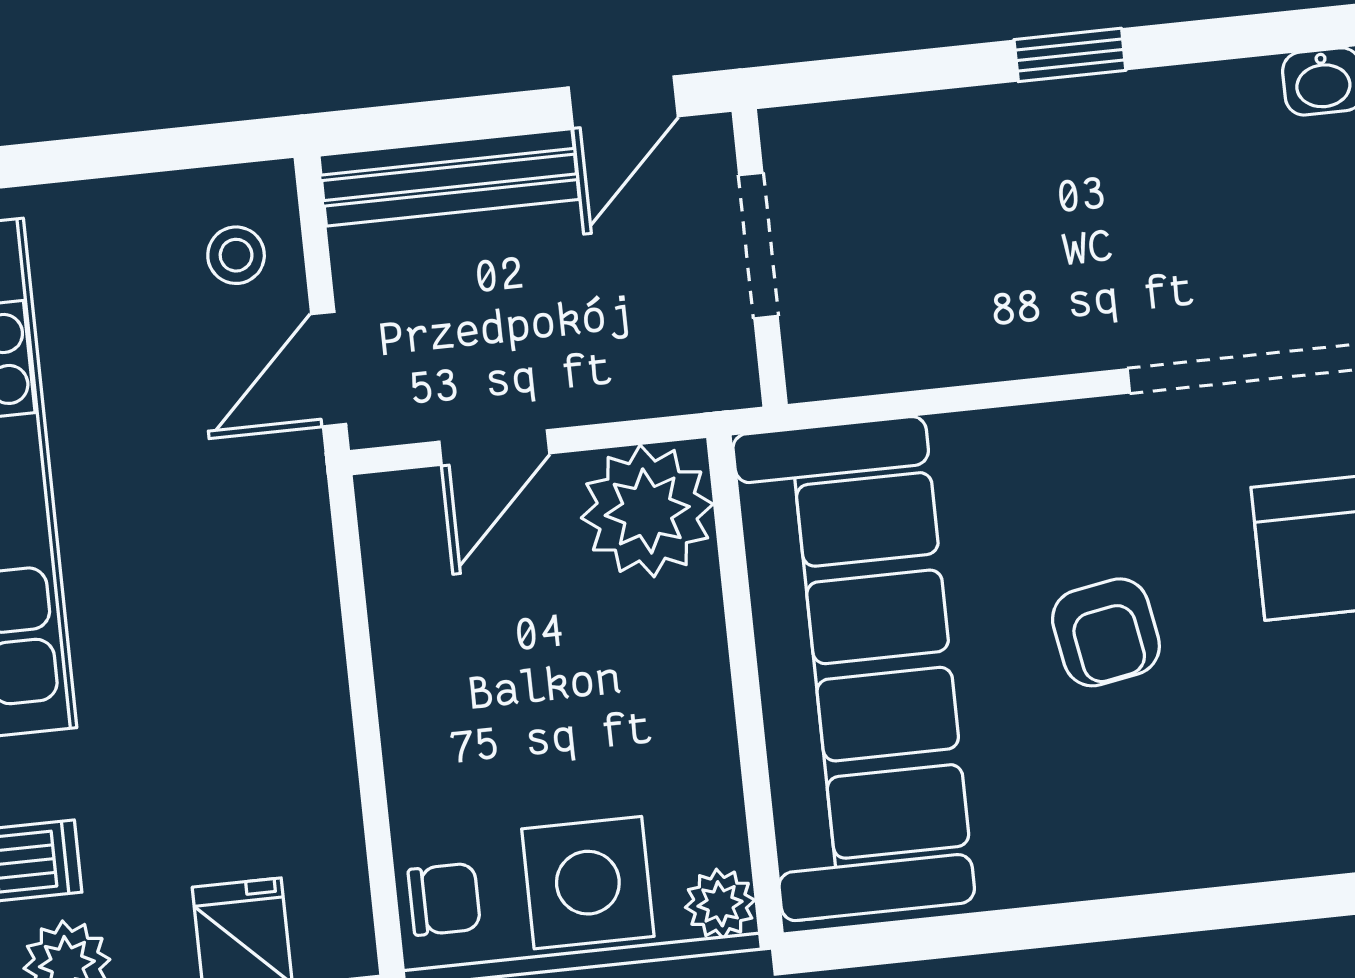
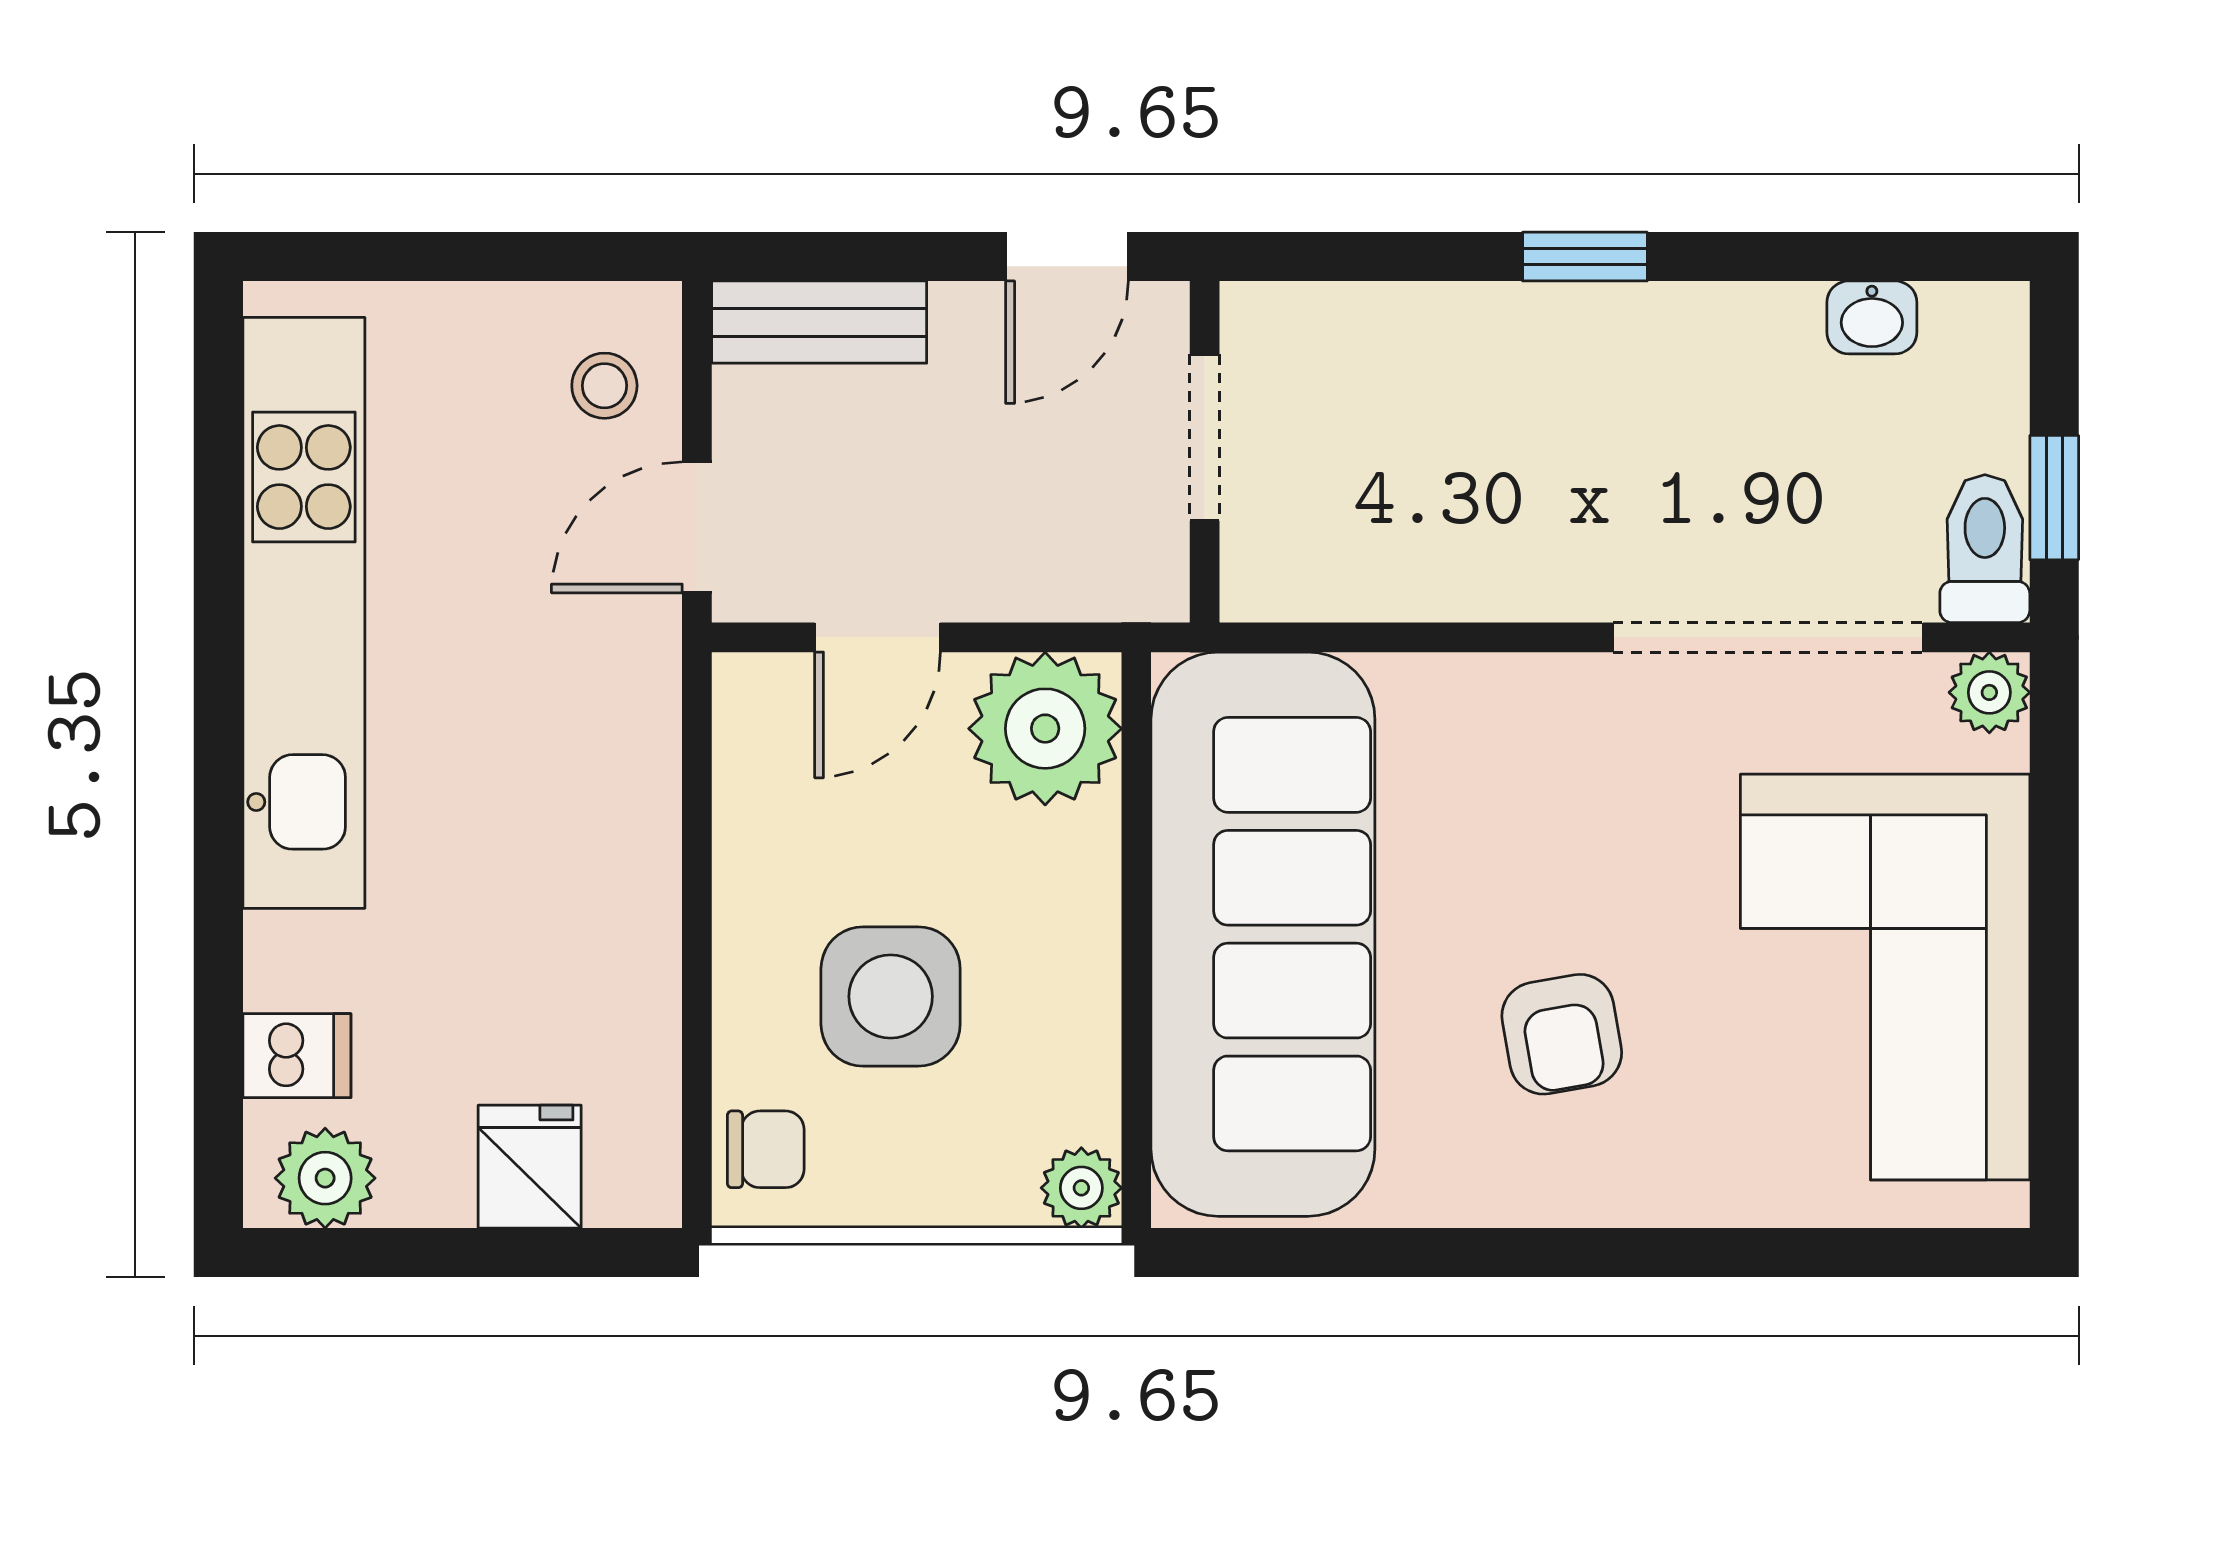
bench: (449, 177) -> (819, 322), width x0.73
armchair: (1106, 632) -> (1562, 1034), moved
side table: (588, 883) -> (891, 996), moved

